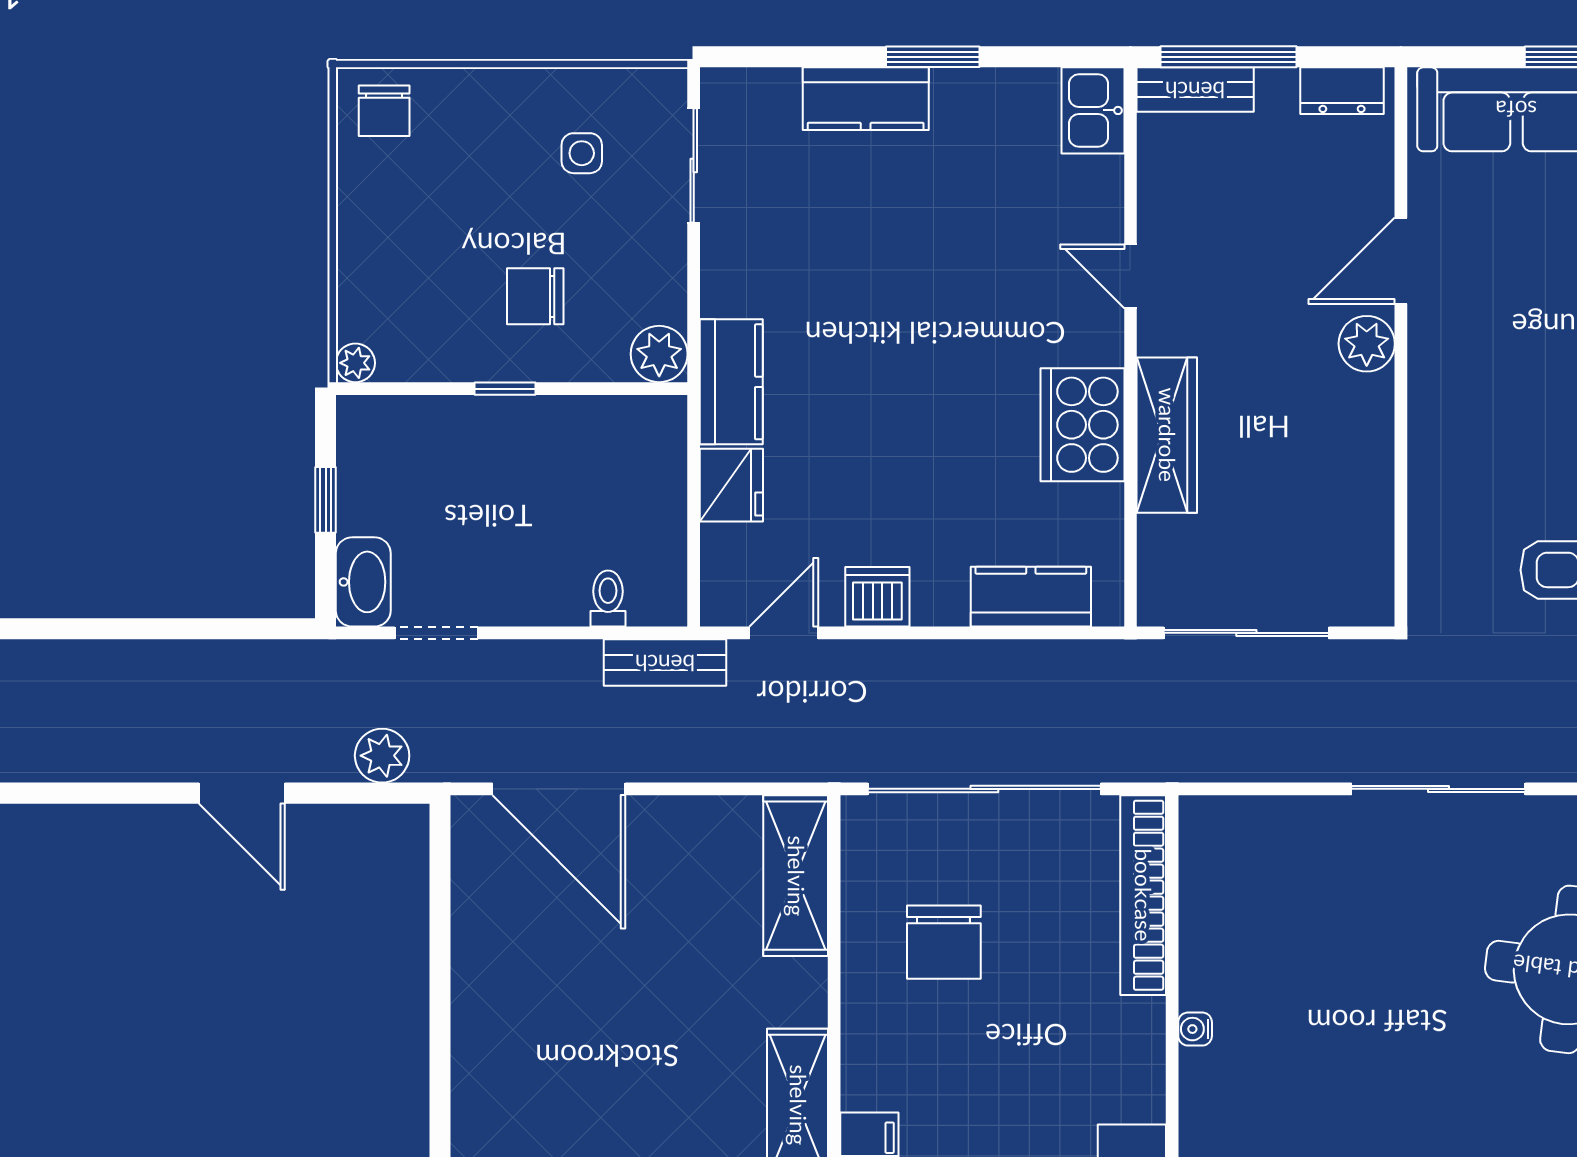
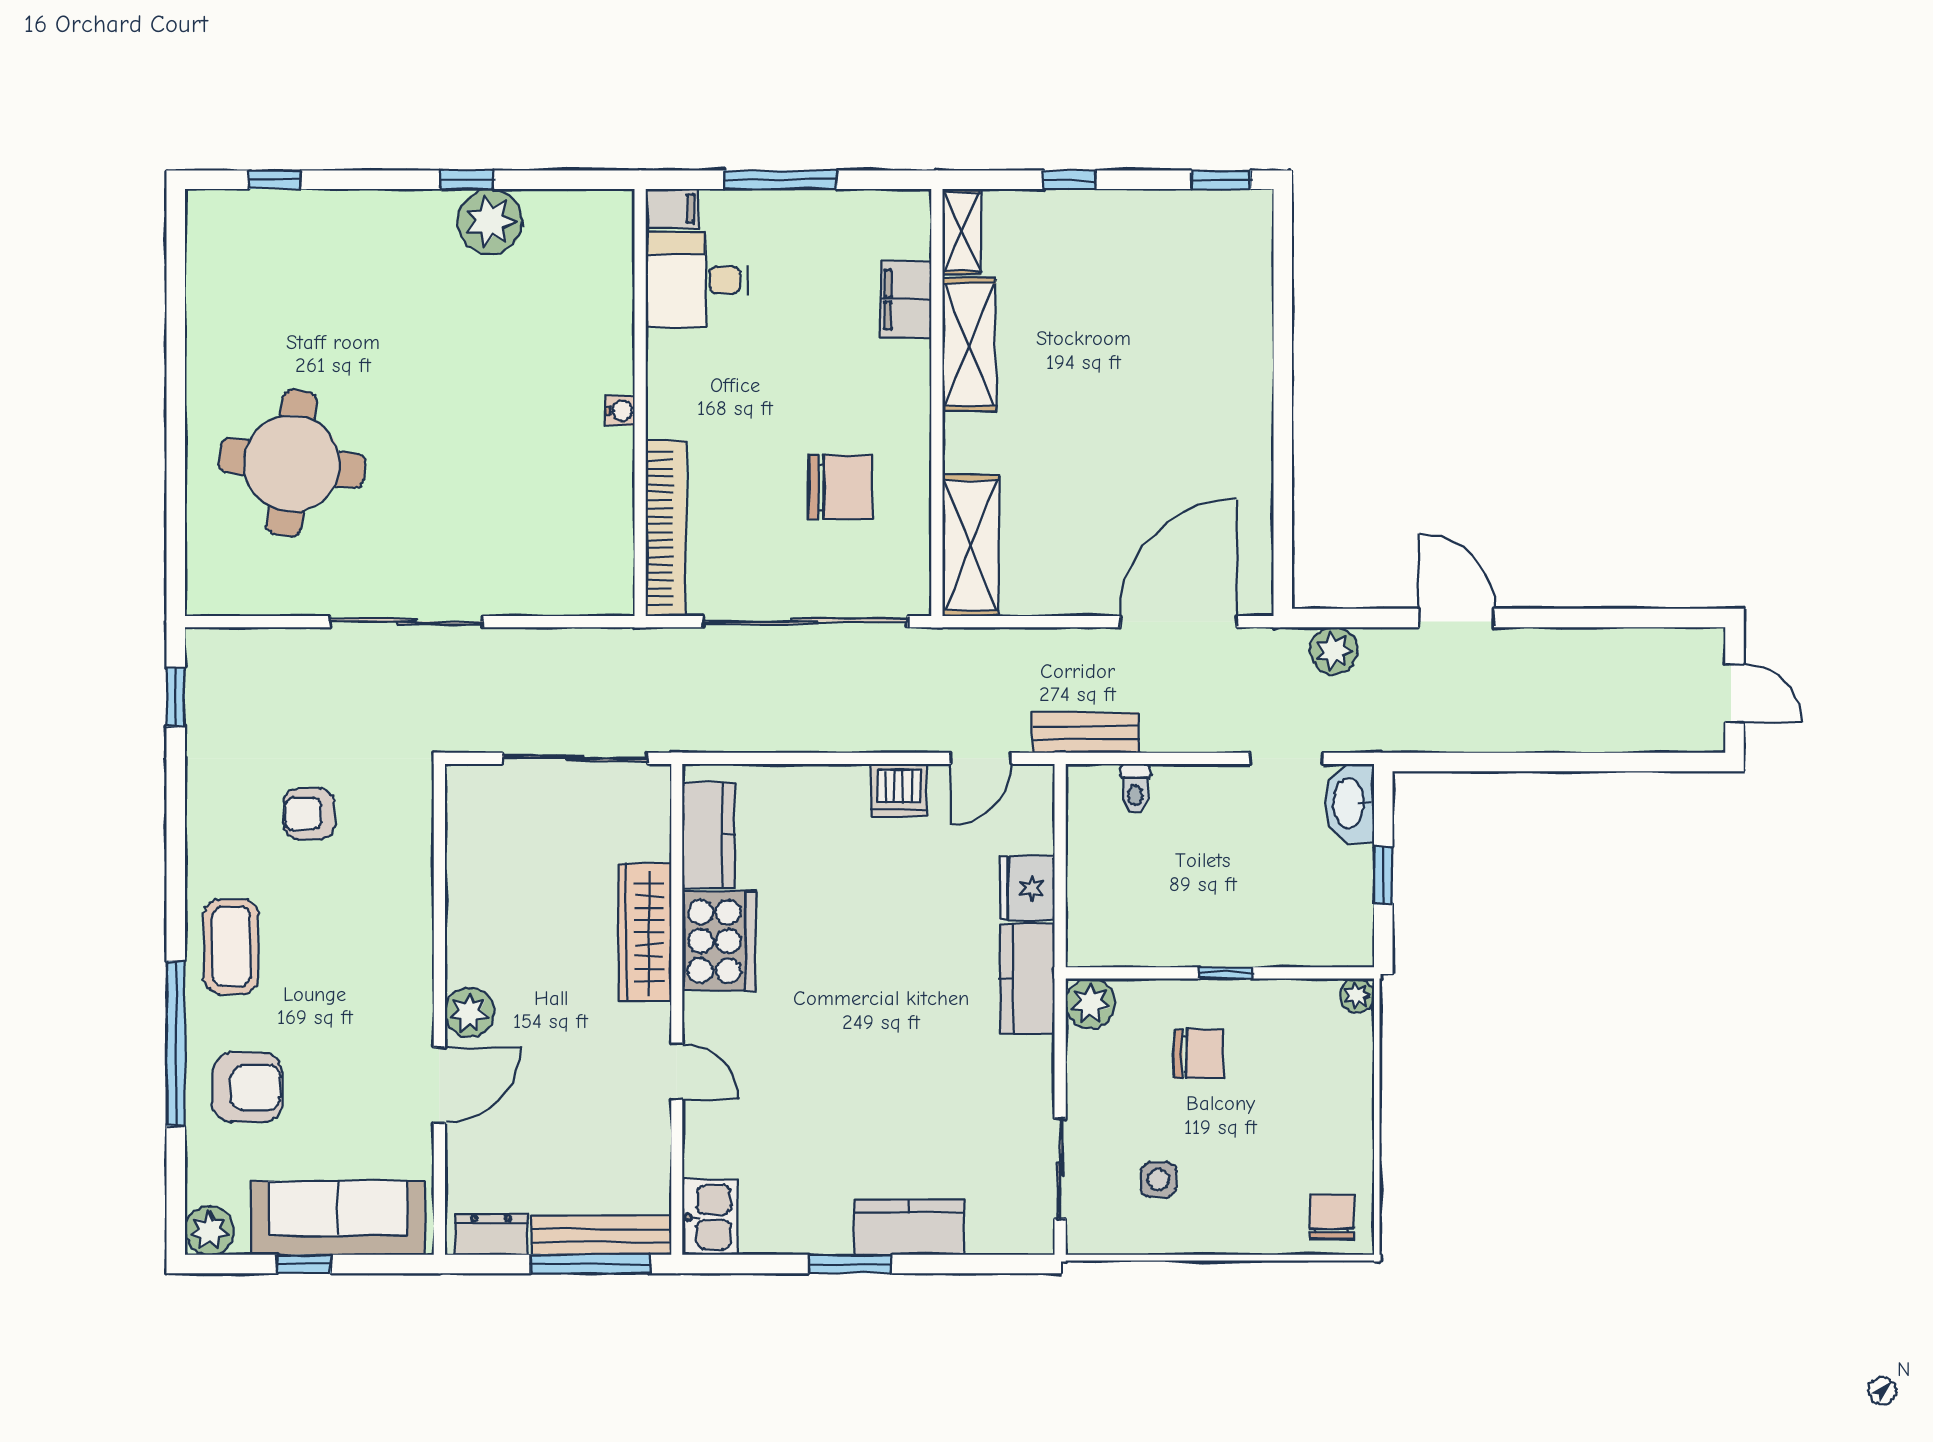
bench: (1195, 90) -> (601, 1235), width x1.36
kitchen counter: (1031, 597) -> (709, 835), moved, turned -90
door: (559, 789) -> (1178, 622), hinge flipped
chair: (944, 942) -> (840, 487), turned 90

